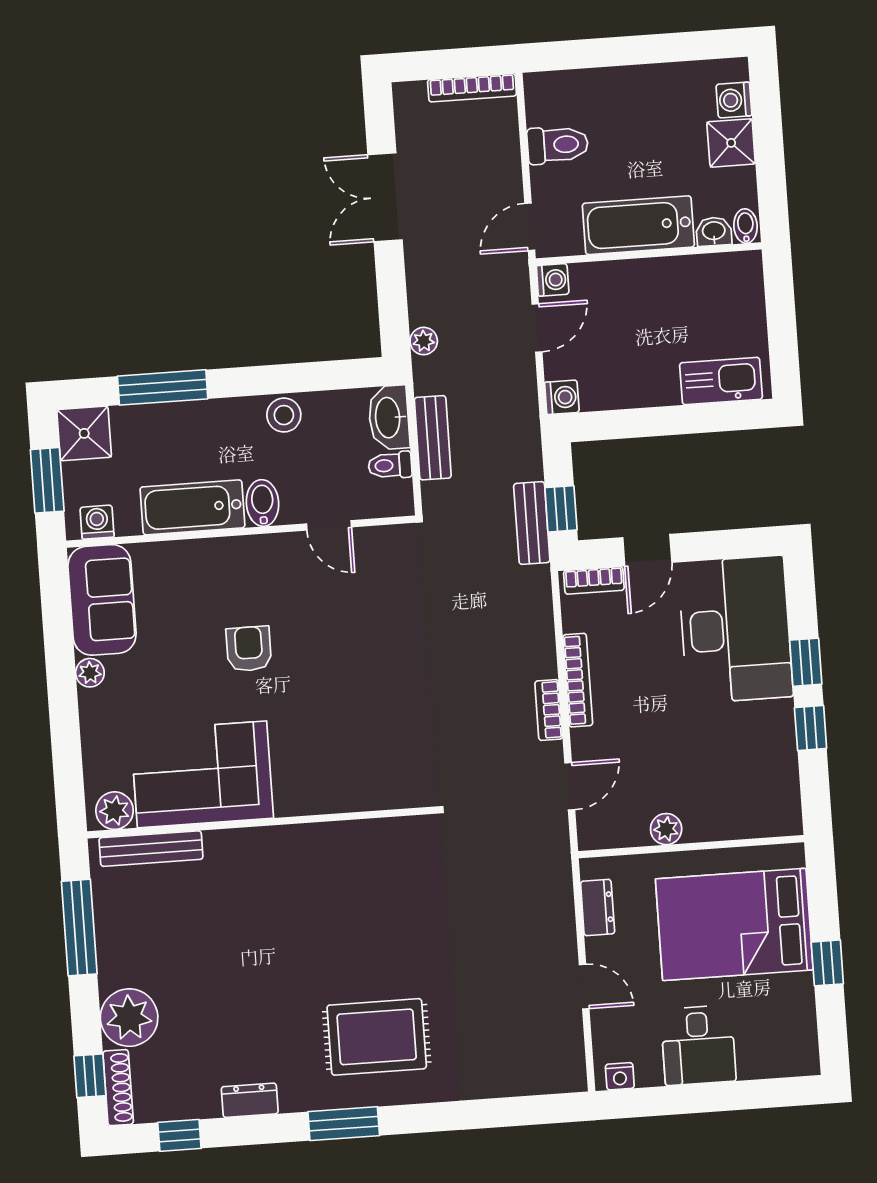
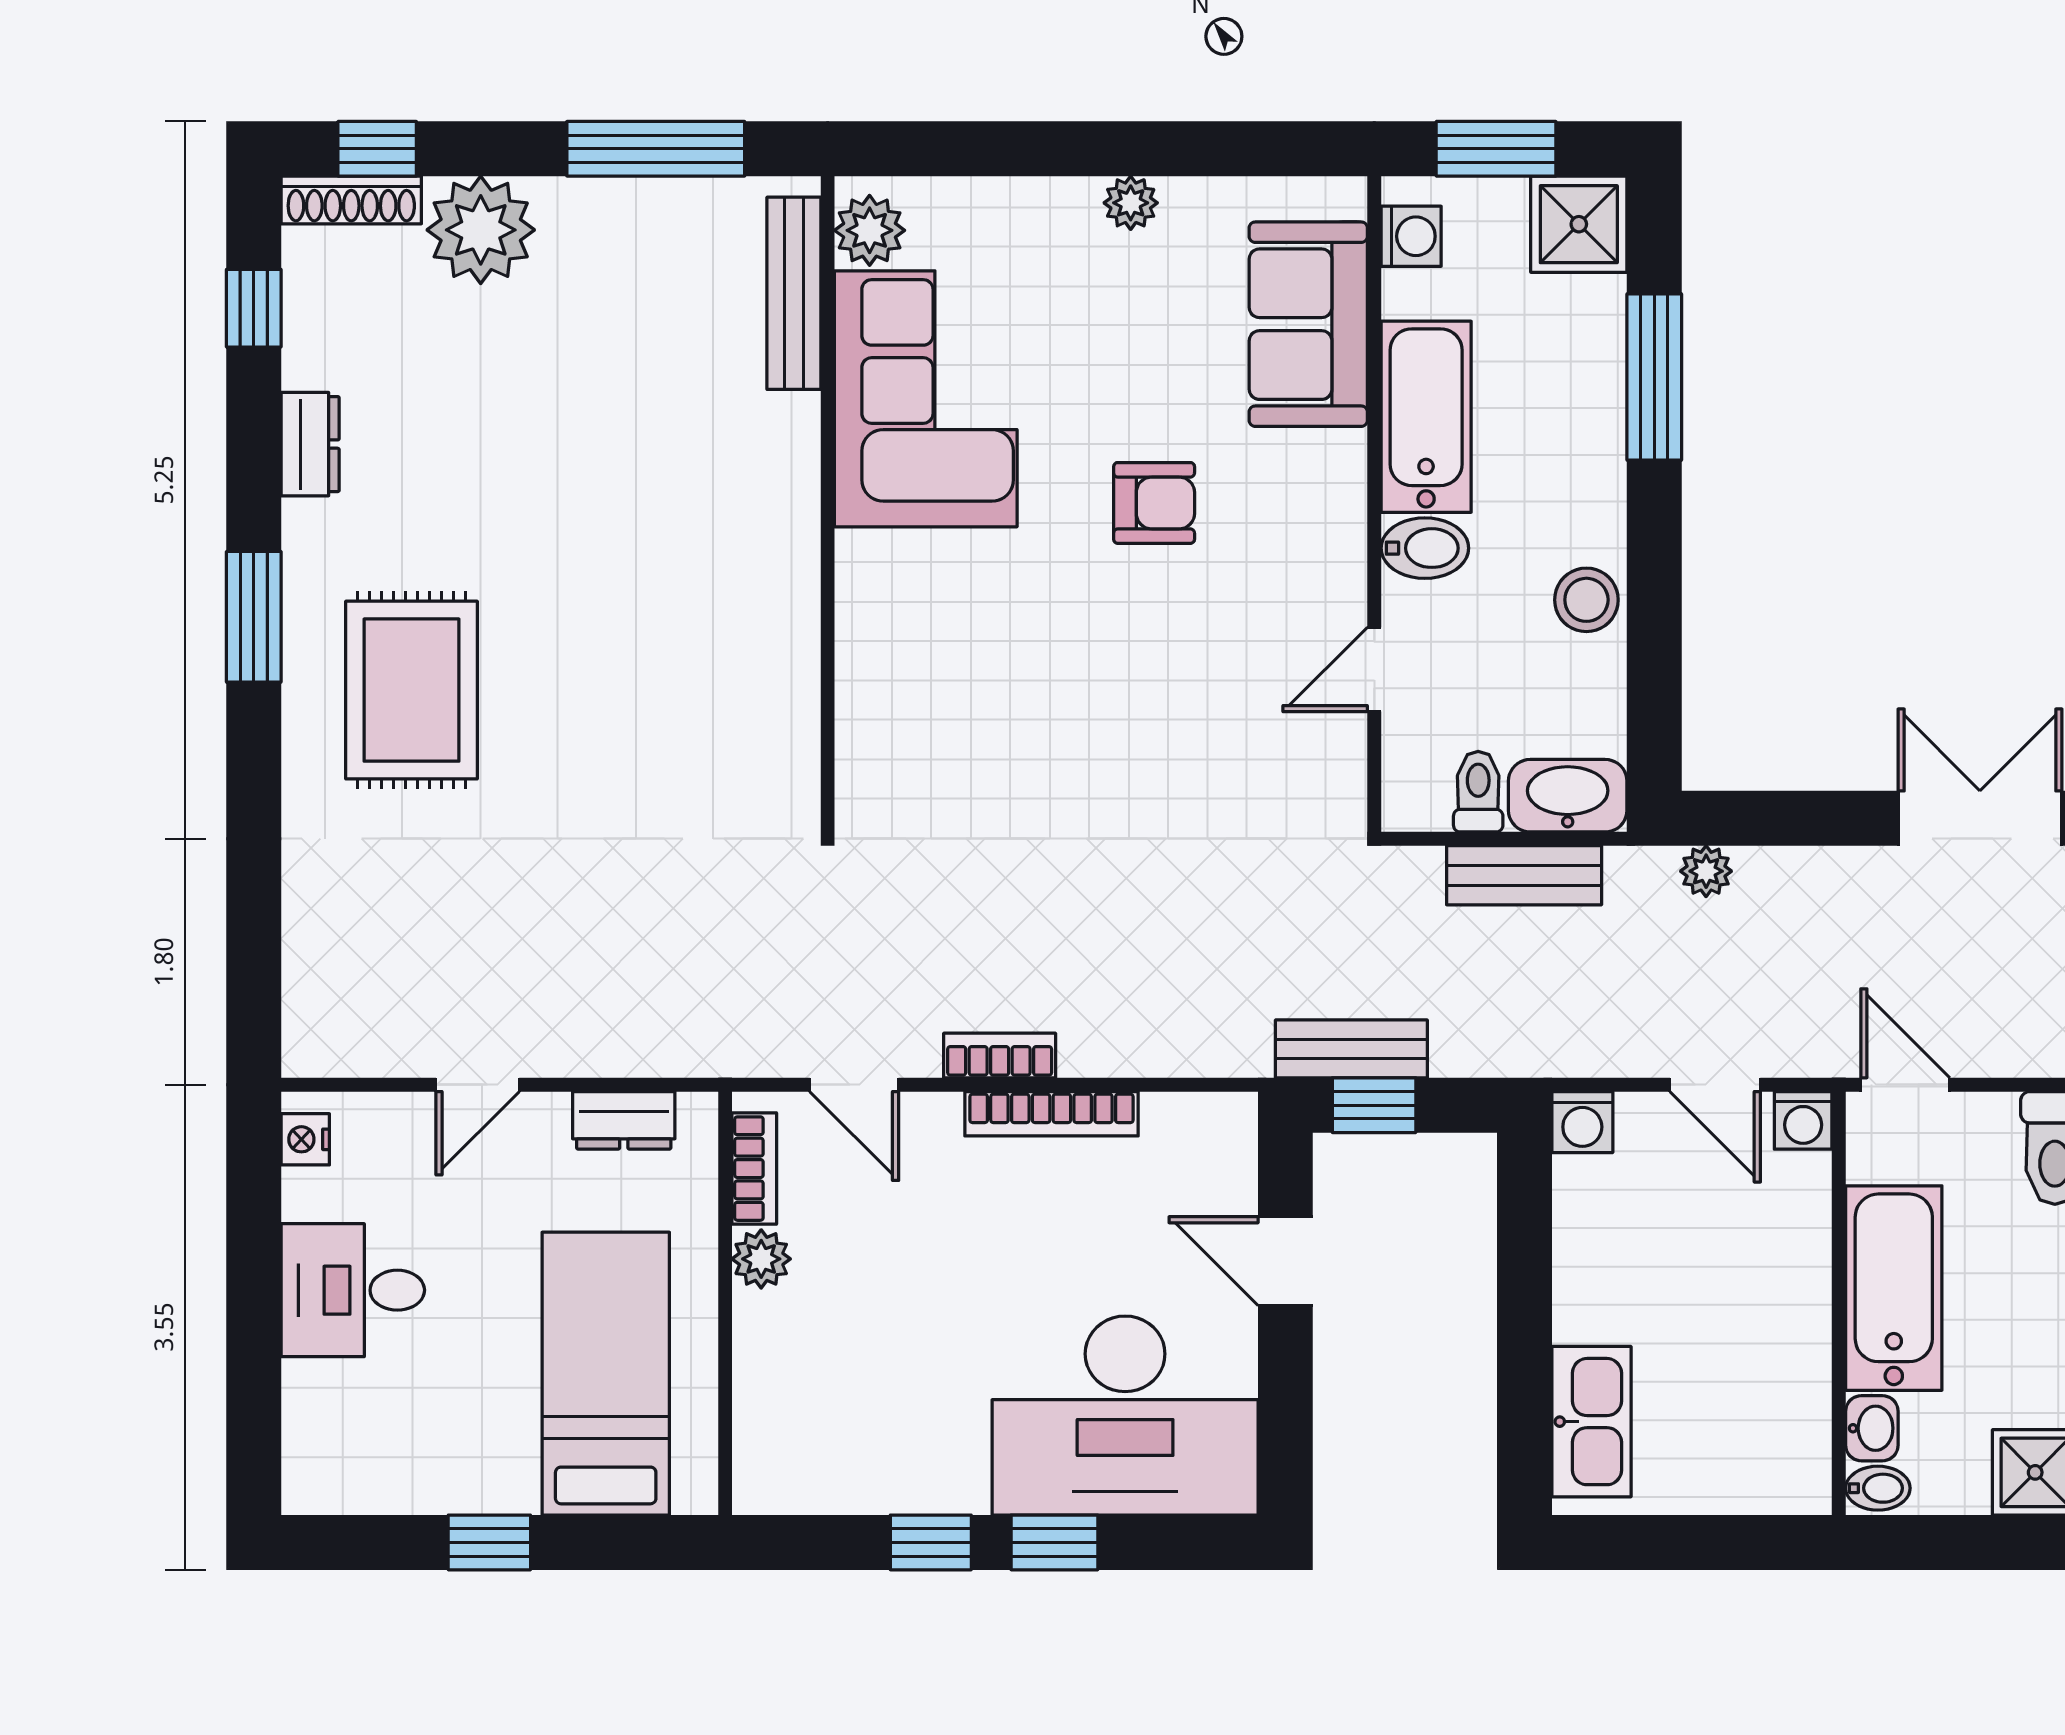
bookcase: (594, 580) -> (754, 1169), moved, turned 180
sofa: (102, 600) -> (1308, 324), moved, turned 90
bed: (734, 924) -> (606, 1374), width x0.67

